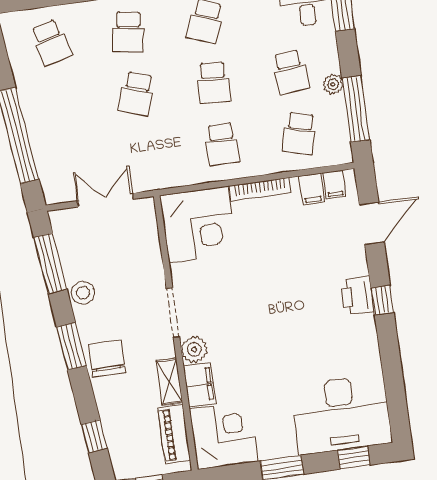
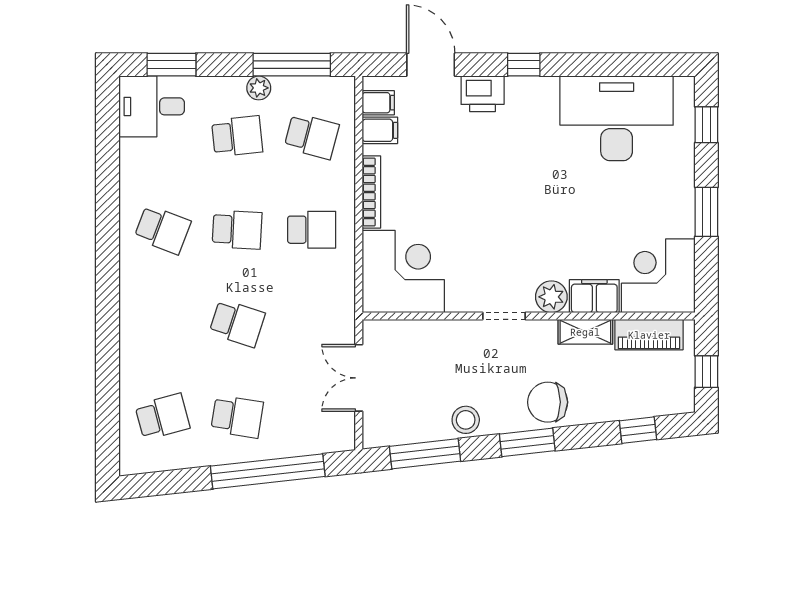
school desk: (128, 32) -> (237, 417), moved
printer: (357, 296) -> (483, 94), moved
doorway: (173, 313) -> (504, 316), width x0.73
desk: (341, 414) -> (617, 118), moved, turned -90

